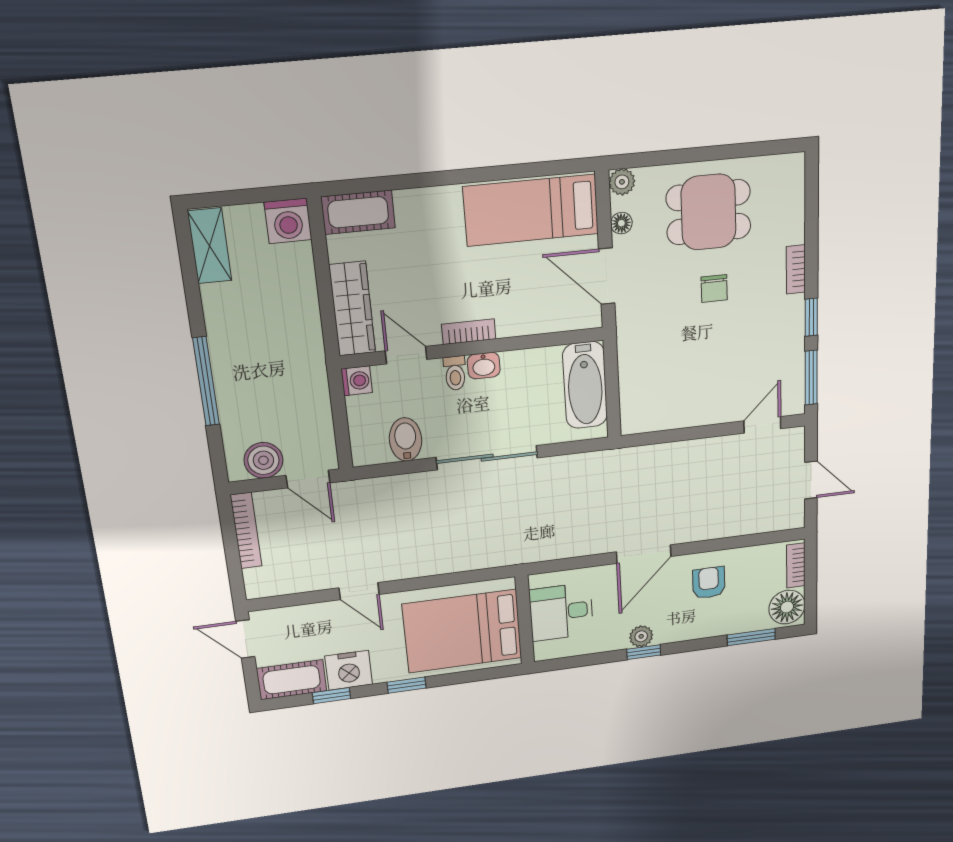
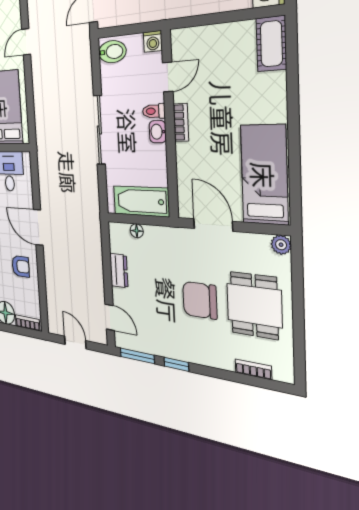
floor lamp: (621, 223) -> (137, 231), moved
bookcase: (796, 269) -> (253, 369), moved
door: (607, 276) -> (213, 225), hinge flipped
chair: (714, 288) -> (200, 300), width x1.87, depth x1.87
wardrobe: (352, 309) -> (202, 39), removed
dresser: (691, 414) -> (119, 271), added
bidet: (406, 439) -> (112, 52), moved
door: (811, 480) -> (75, 342), swing flipped

